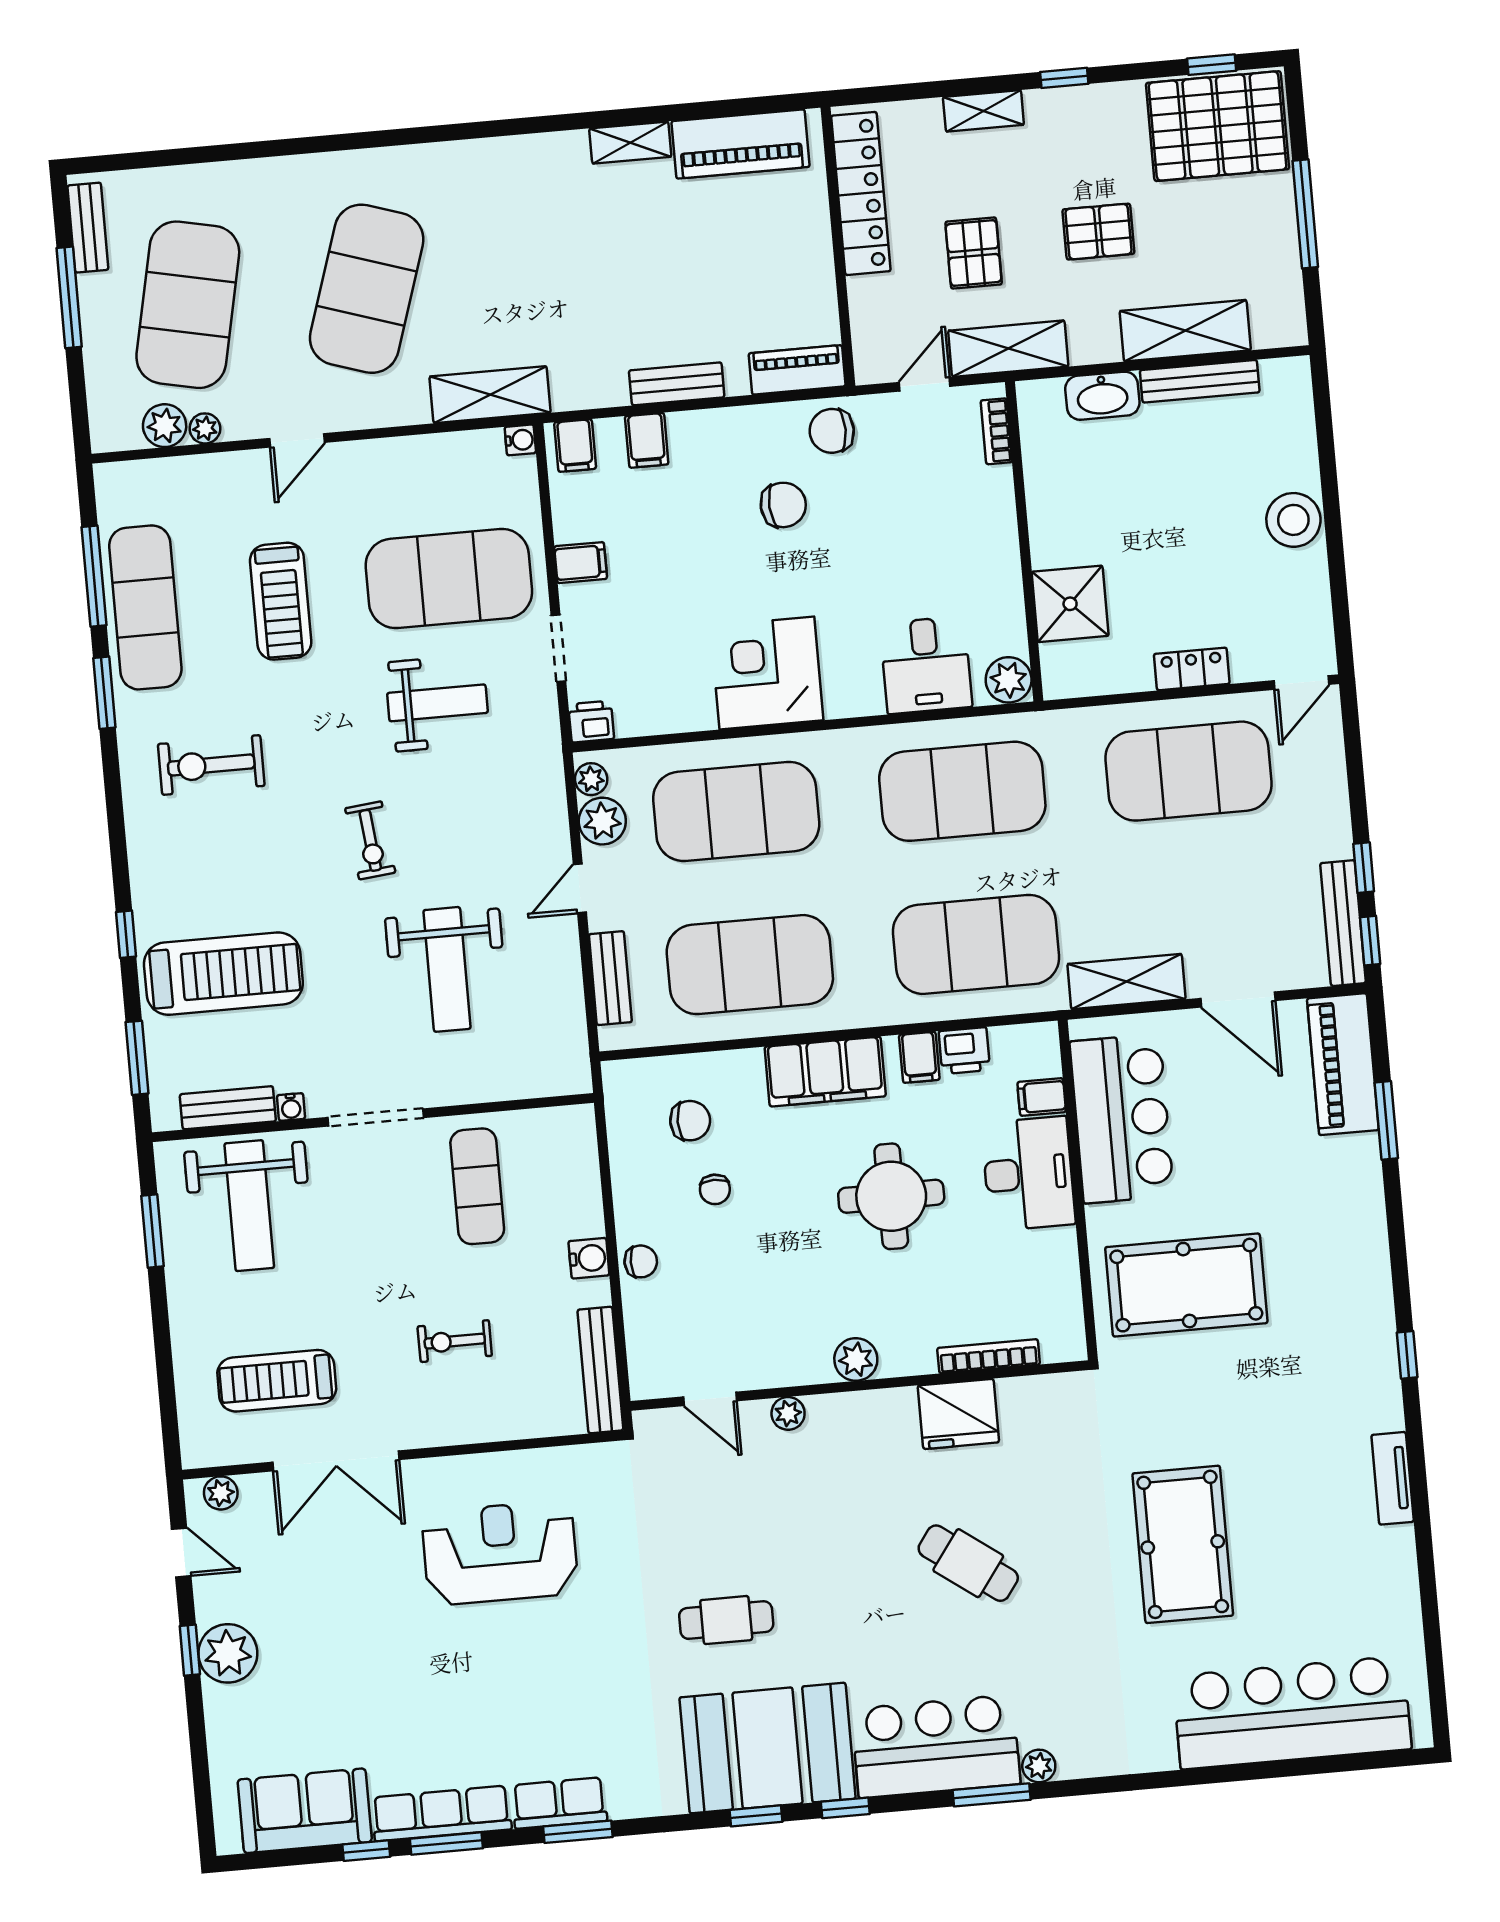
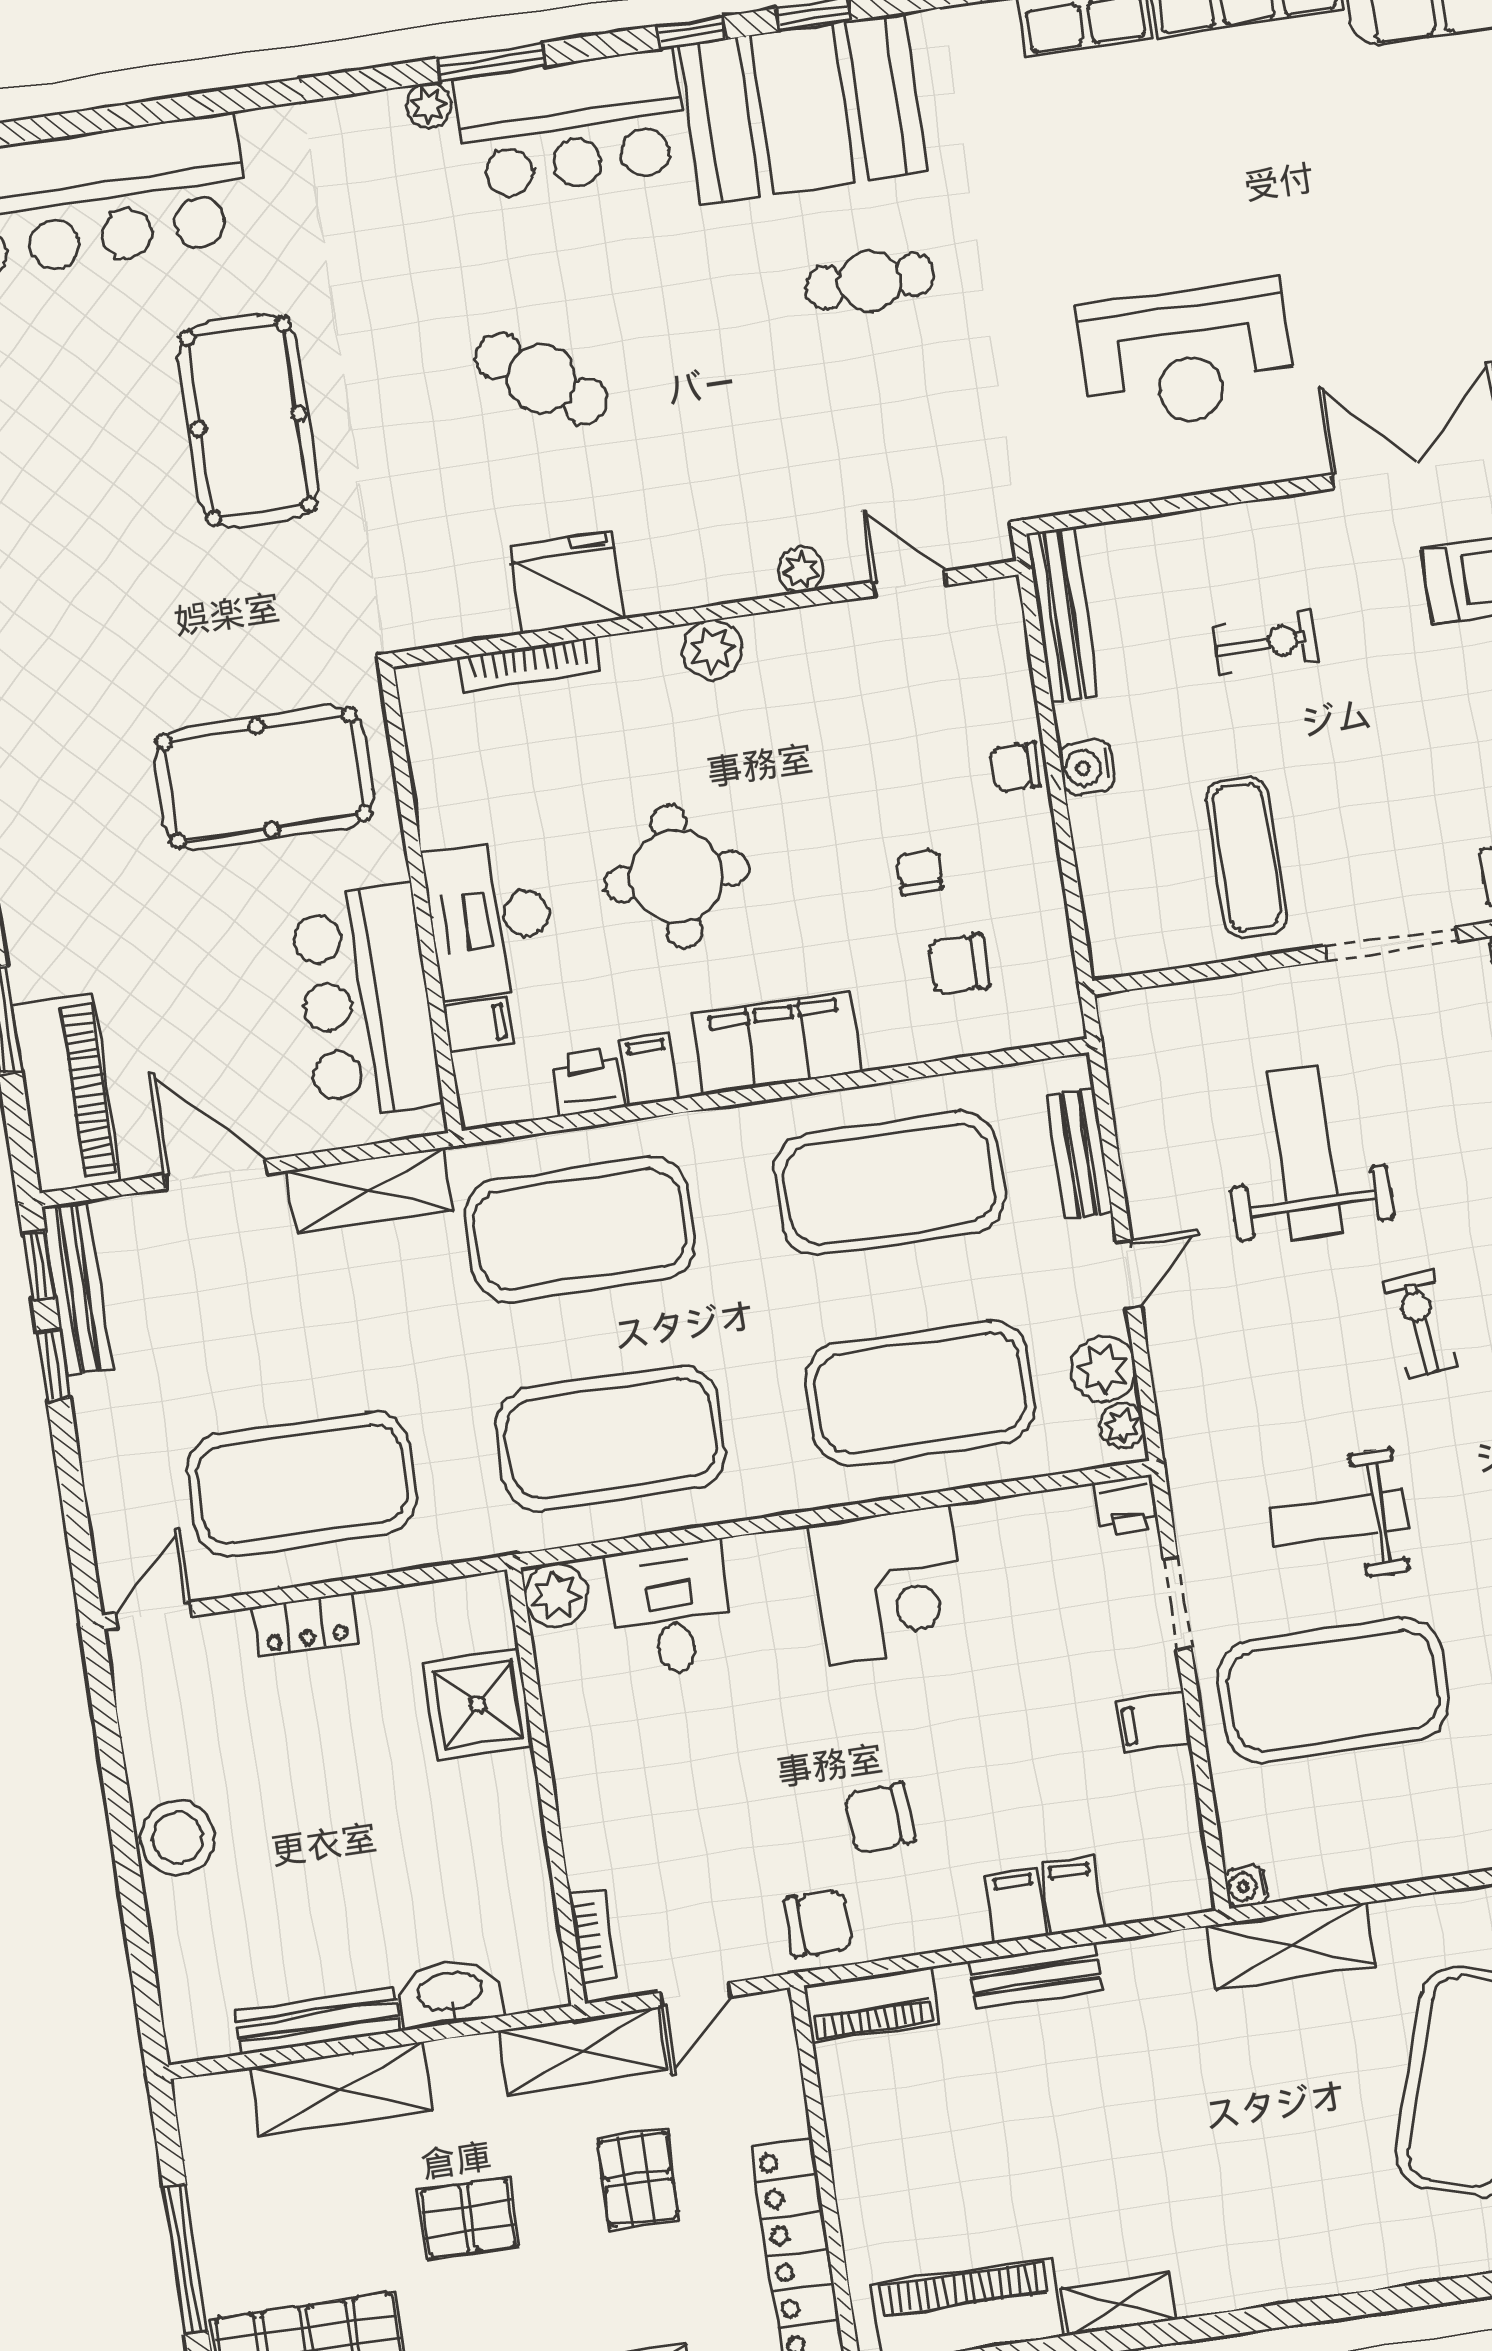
filing cabinet: (575, 446) -> (1016, 1906), moved

